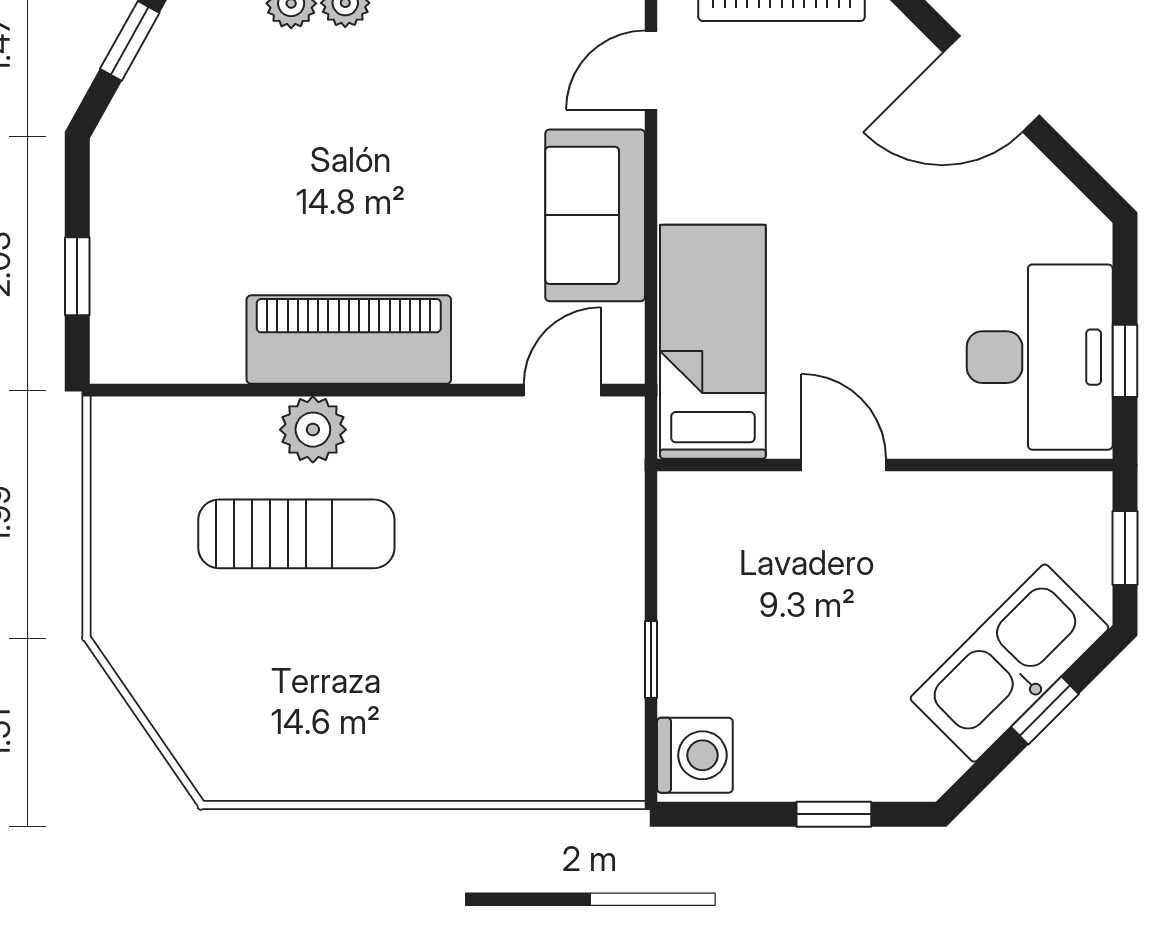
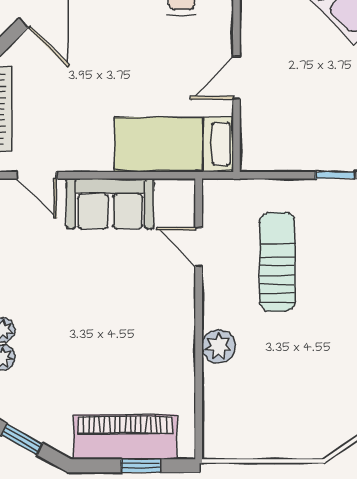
piano: (349, 340) -> (125, 437), moved, turned 90
door: (562, 390) -> (199, 247), moved
sun lounger: (296, 534) -> (277, 262), moved

